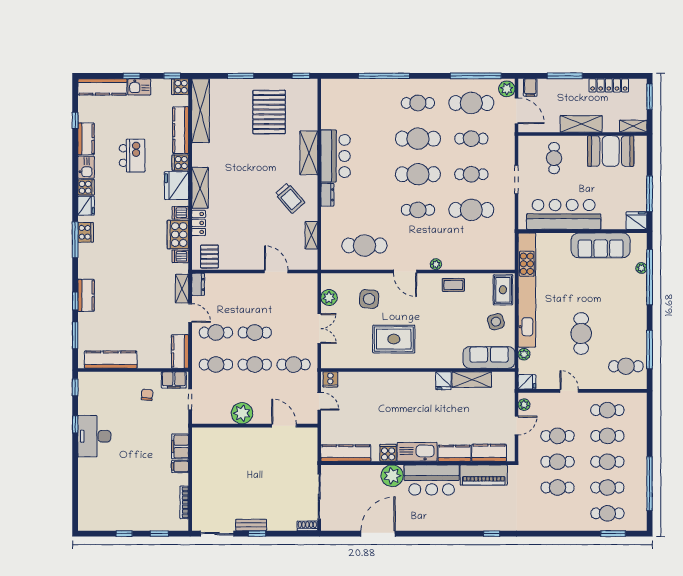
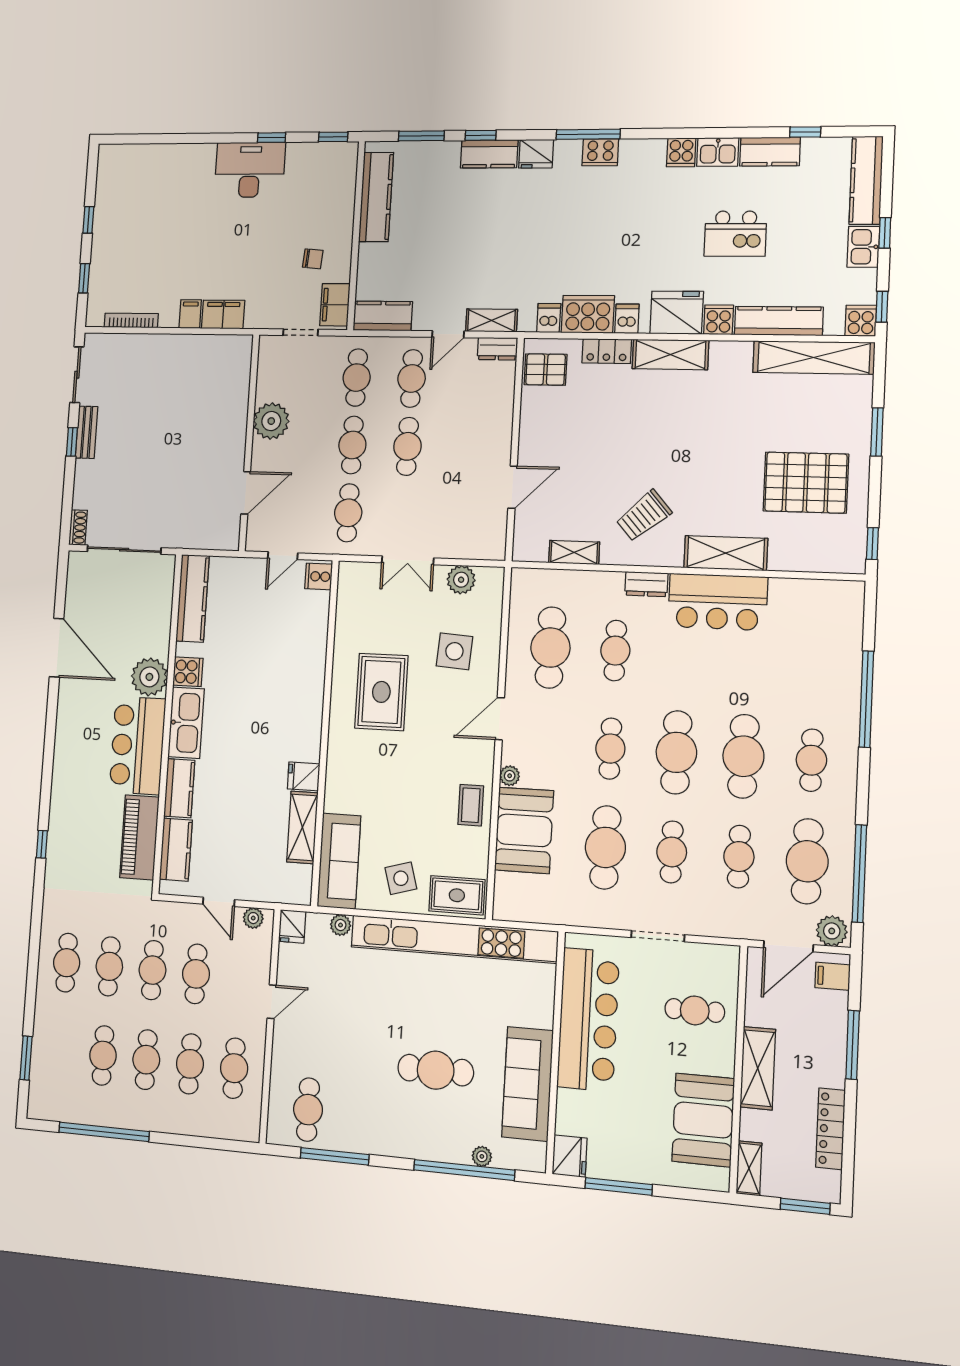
fridge: (86, 206) -> (536, 154), moved
cafe table: (364, 210) -> (615, 651), added
booth: (465, 255) -> (524, 830), added
cafe table: (581, 334) -> (436, 1070), moved
cafe table: (607, 513) -> (67, 963), moved

